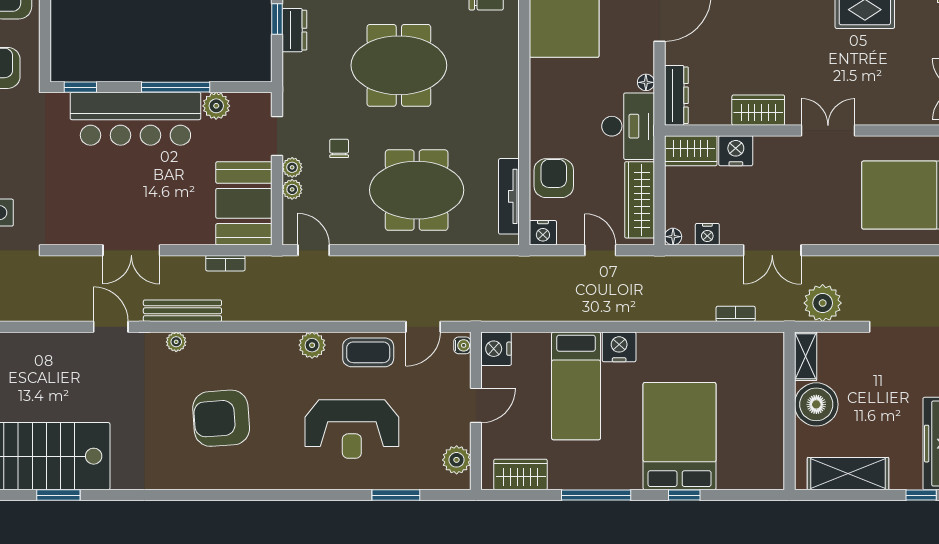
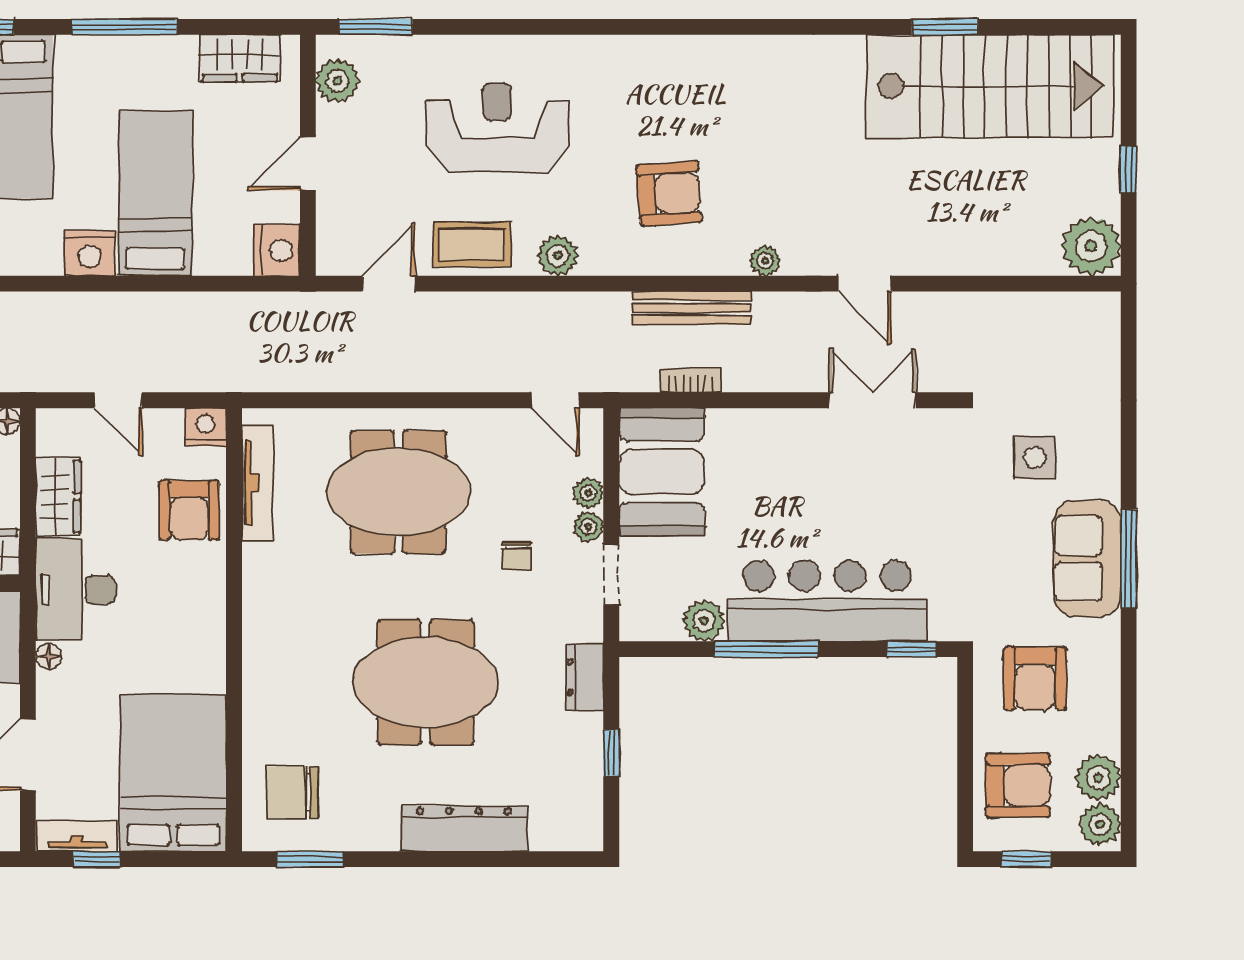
dresser: (294, 30) -> (585, 677), moved
wardrobe: (640, 200) -> (58, 497), width x0.67
double door: (131, 250) -> (872, 400), moved
bench: (182, 311) -> (691, 308), moved
water cooler: (462, 345) -> (329, 255), removed
armchair: (221, 418) -> (669, 194), moved, width x0.73, depth x0.73
window: (396, 495) -> (376, 27), moved

